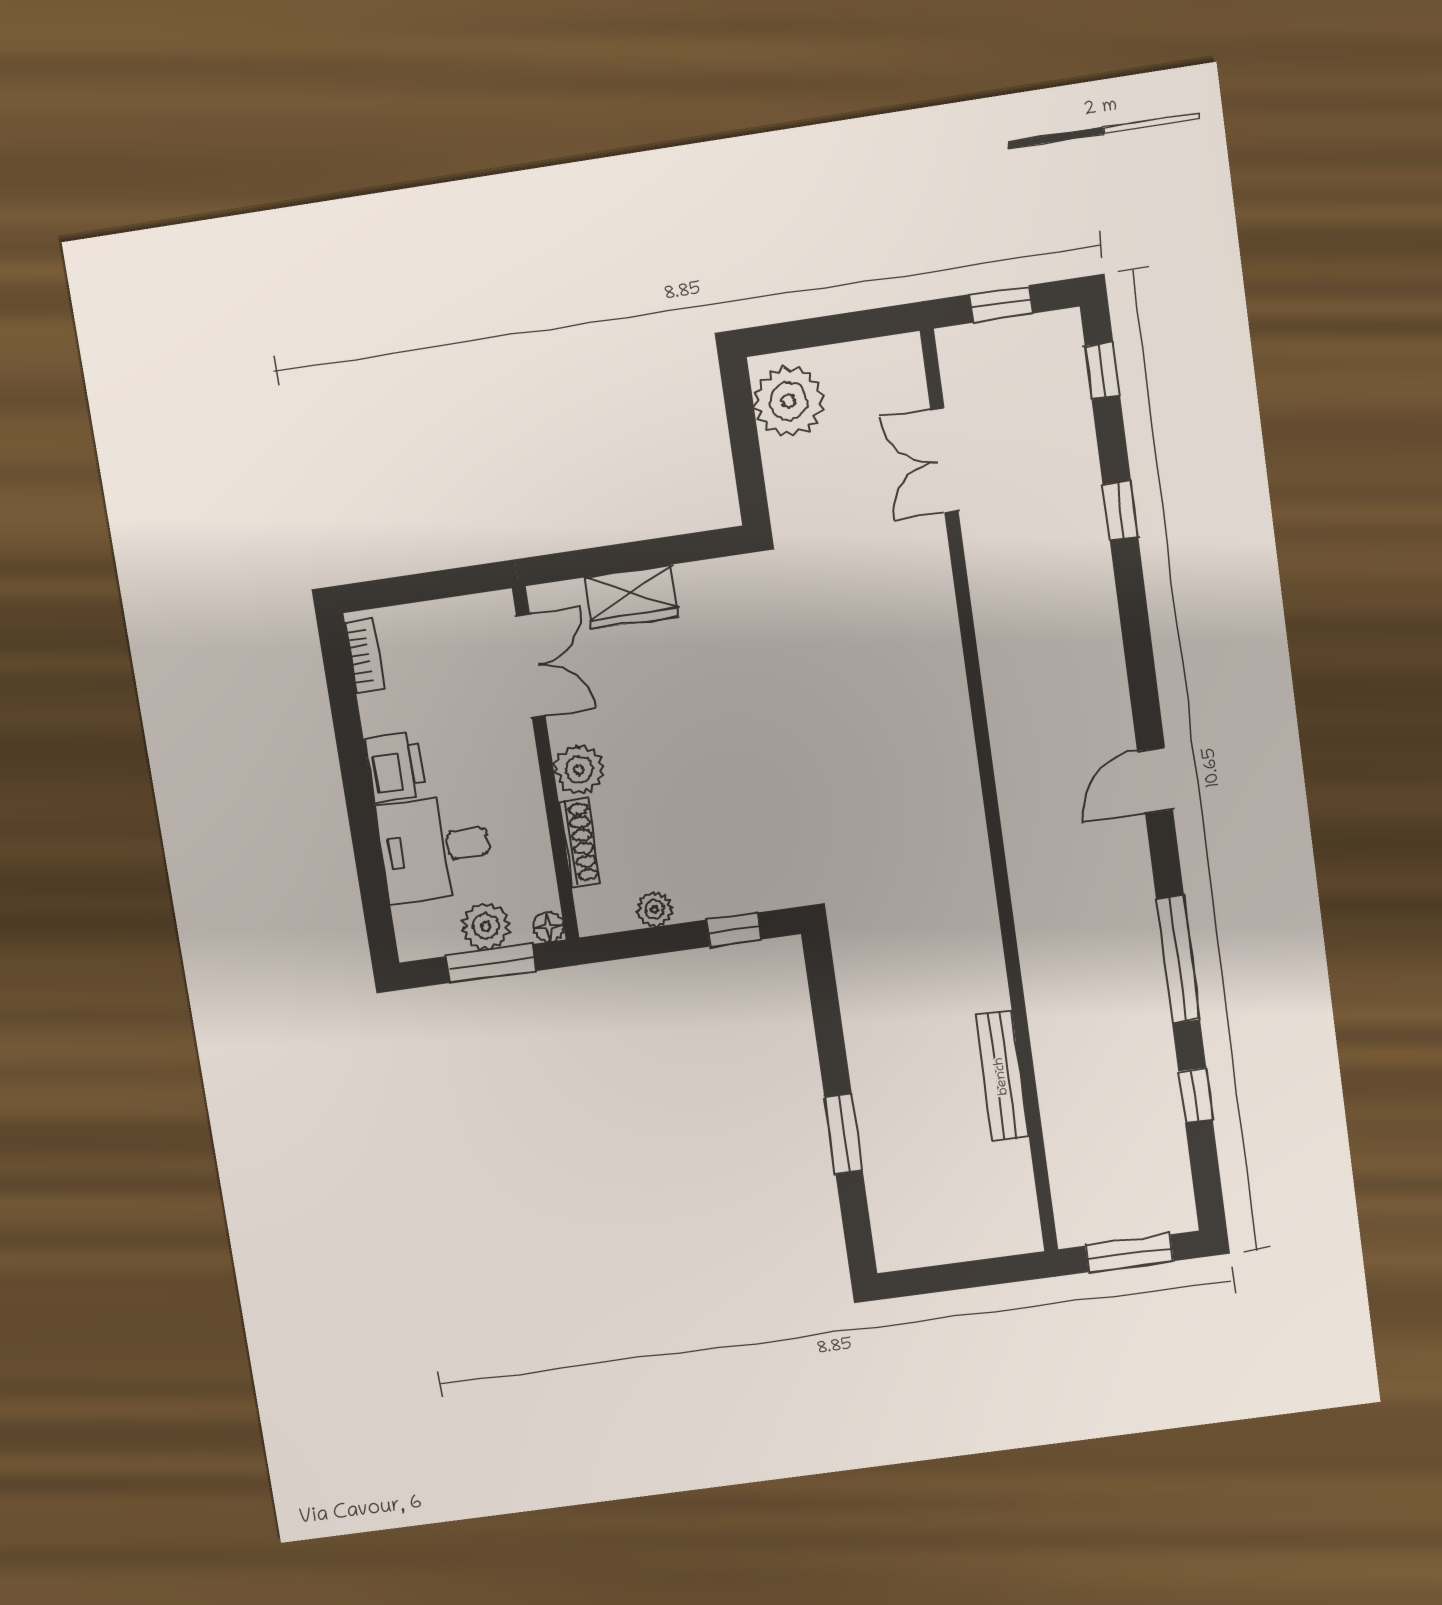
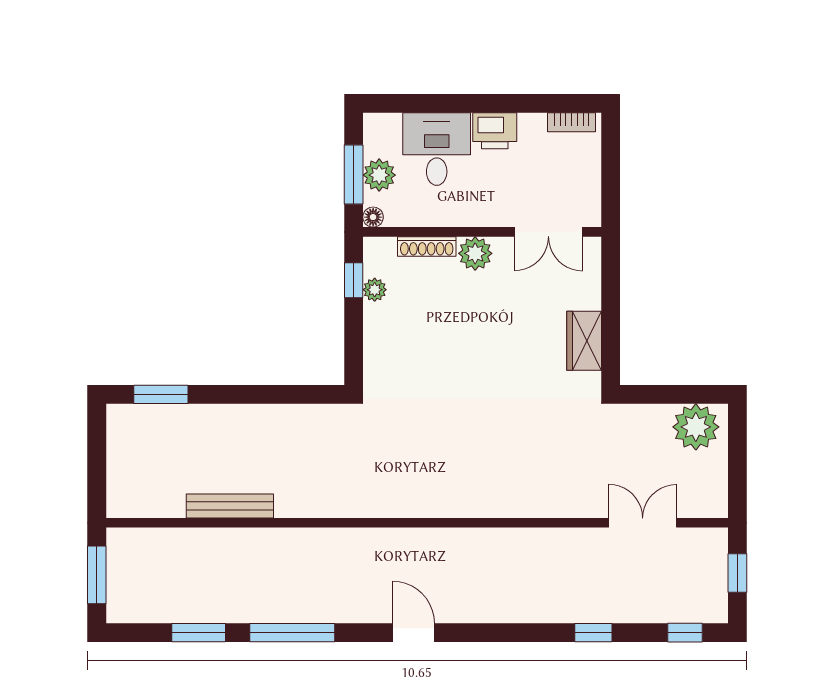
wardrobe: (632, 597) -> (584, 341), moved
window: (733, 930) -> (354, 280), moved
window: (1196, 1095) -> (199, 633), width x1.50
window: (844, 1134) -> (161, 394), moved

